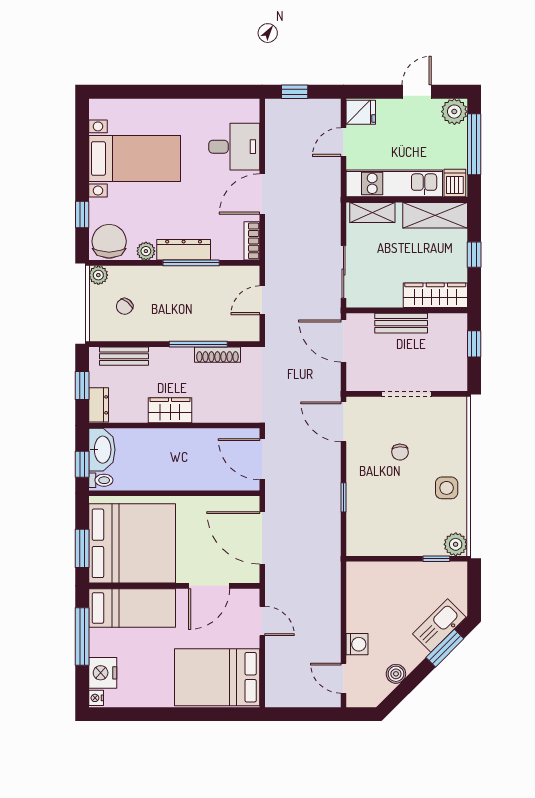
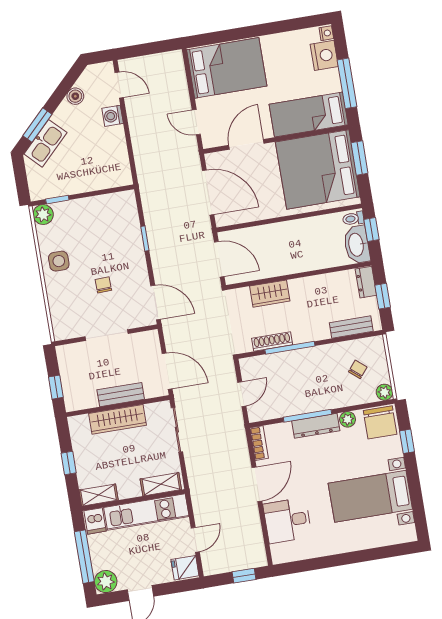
shelving: (435, 215) -> (99, 495), width x0.67, depth x0.75
wardrobe: (435, 295) -> (117, 419), moved
wardrobe: (170, 410) -> (270, 294), moved

